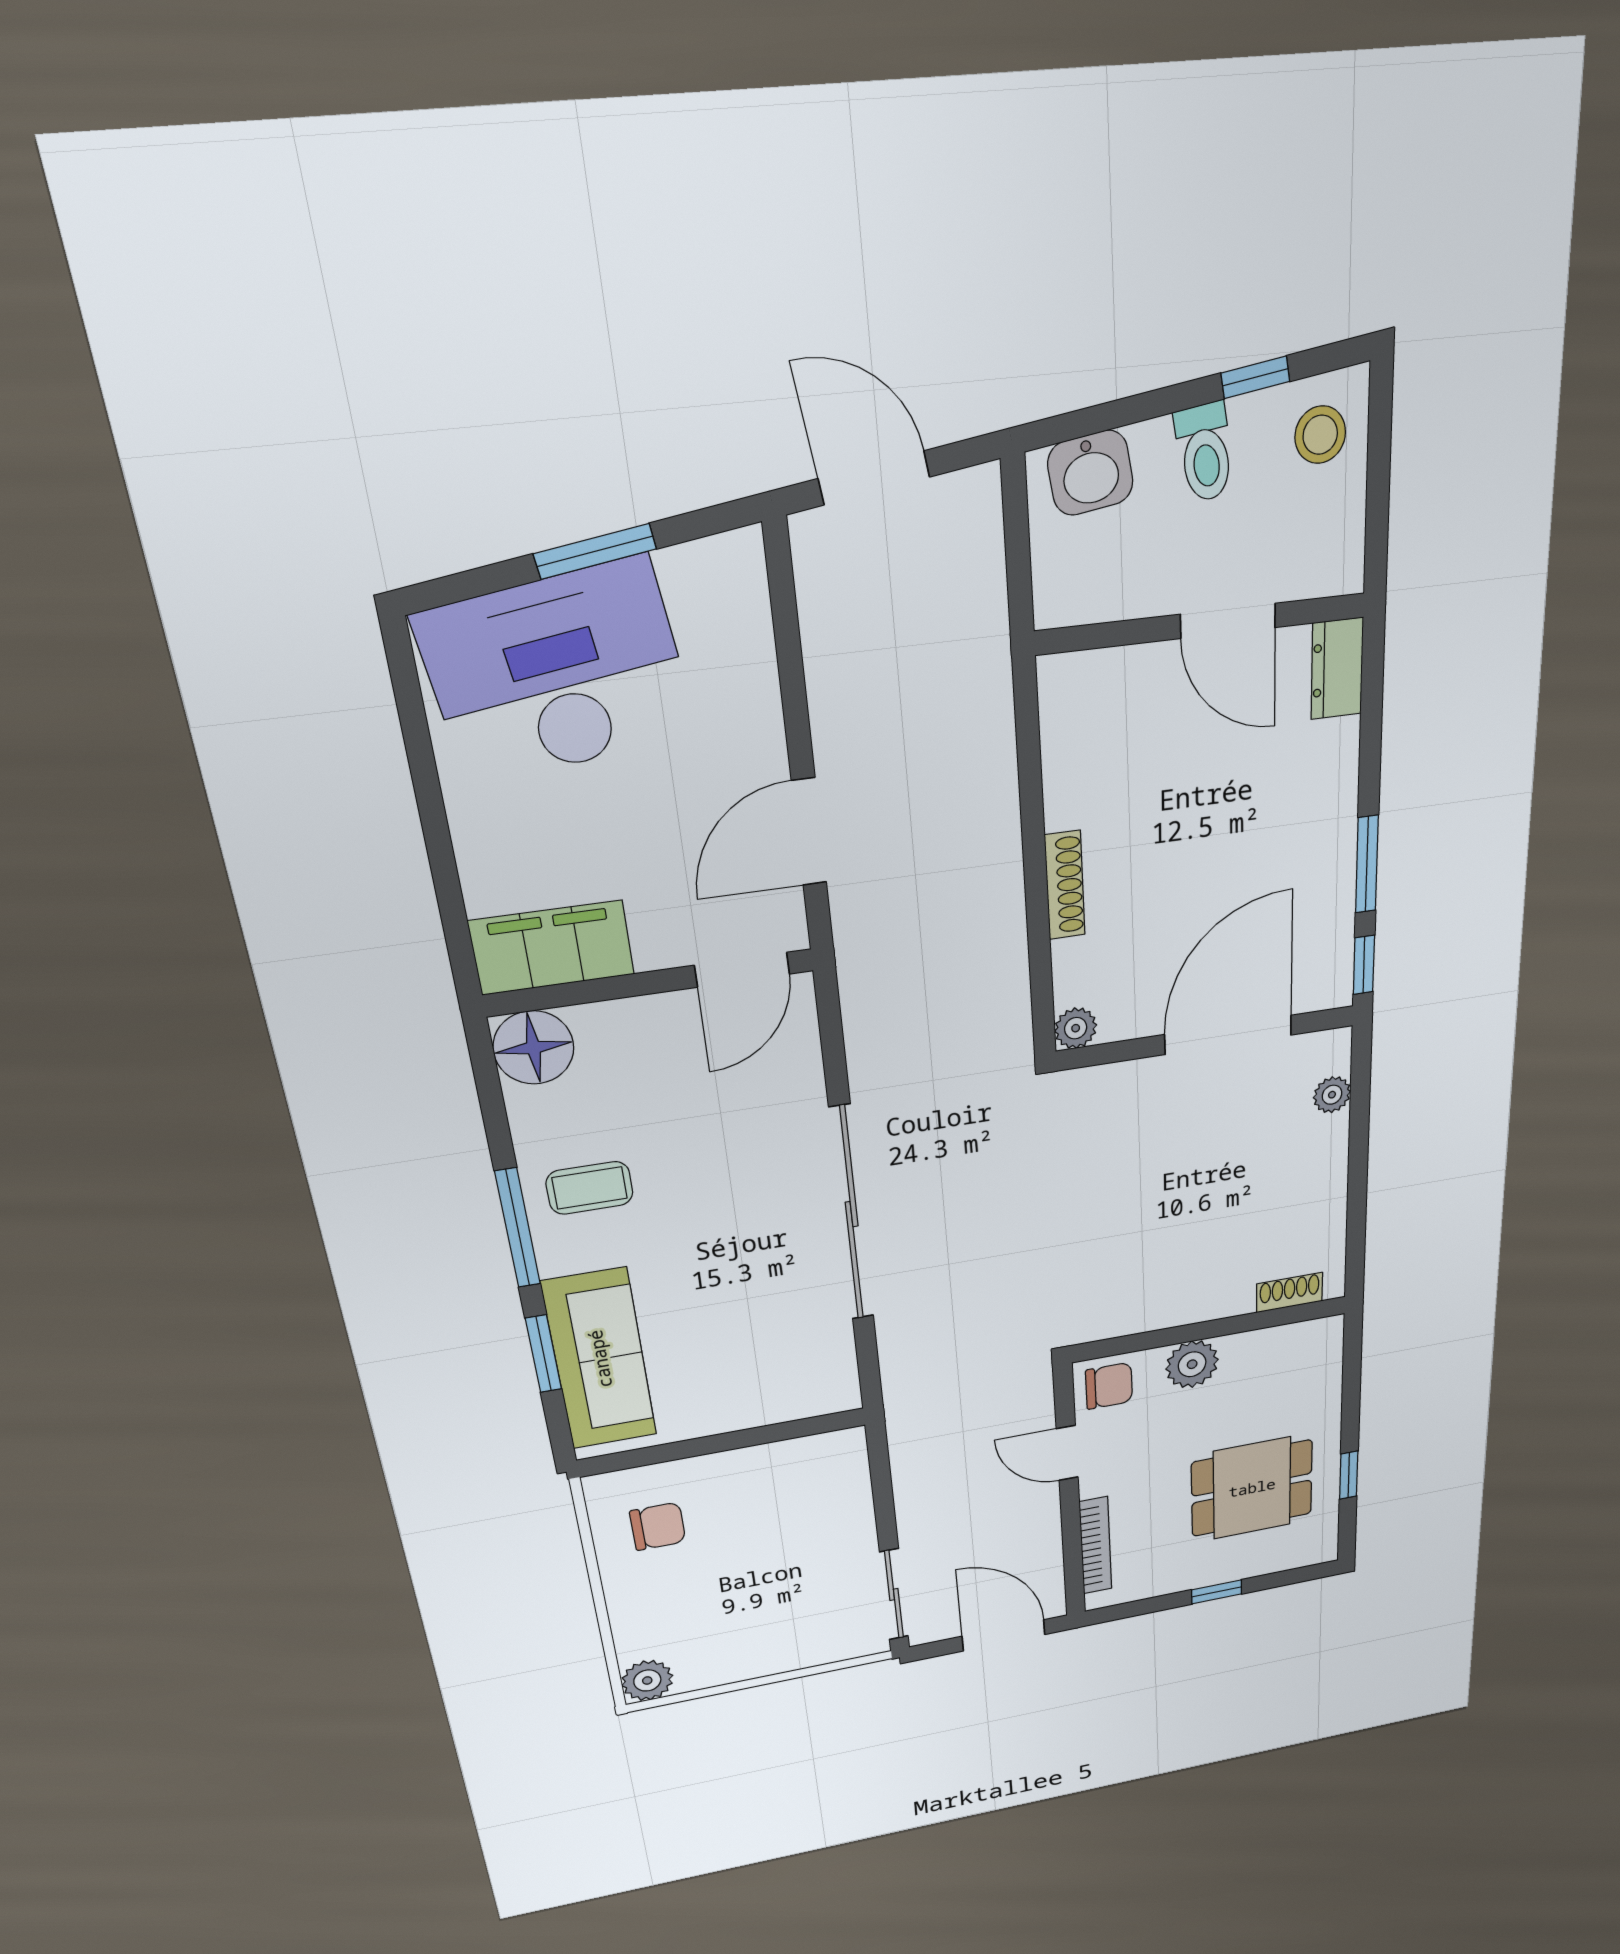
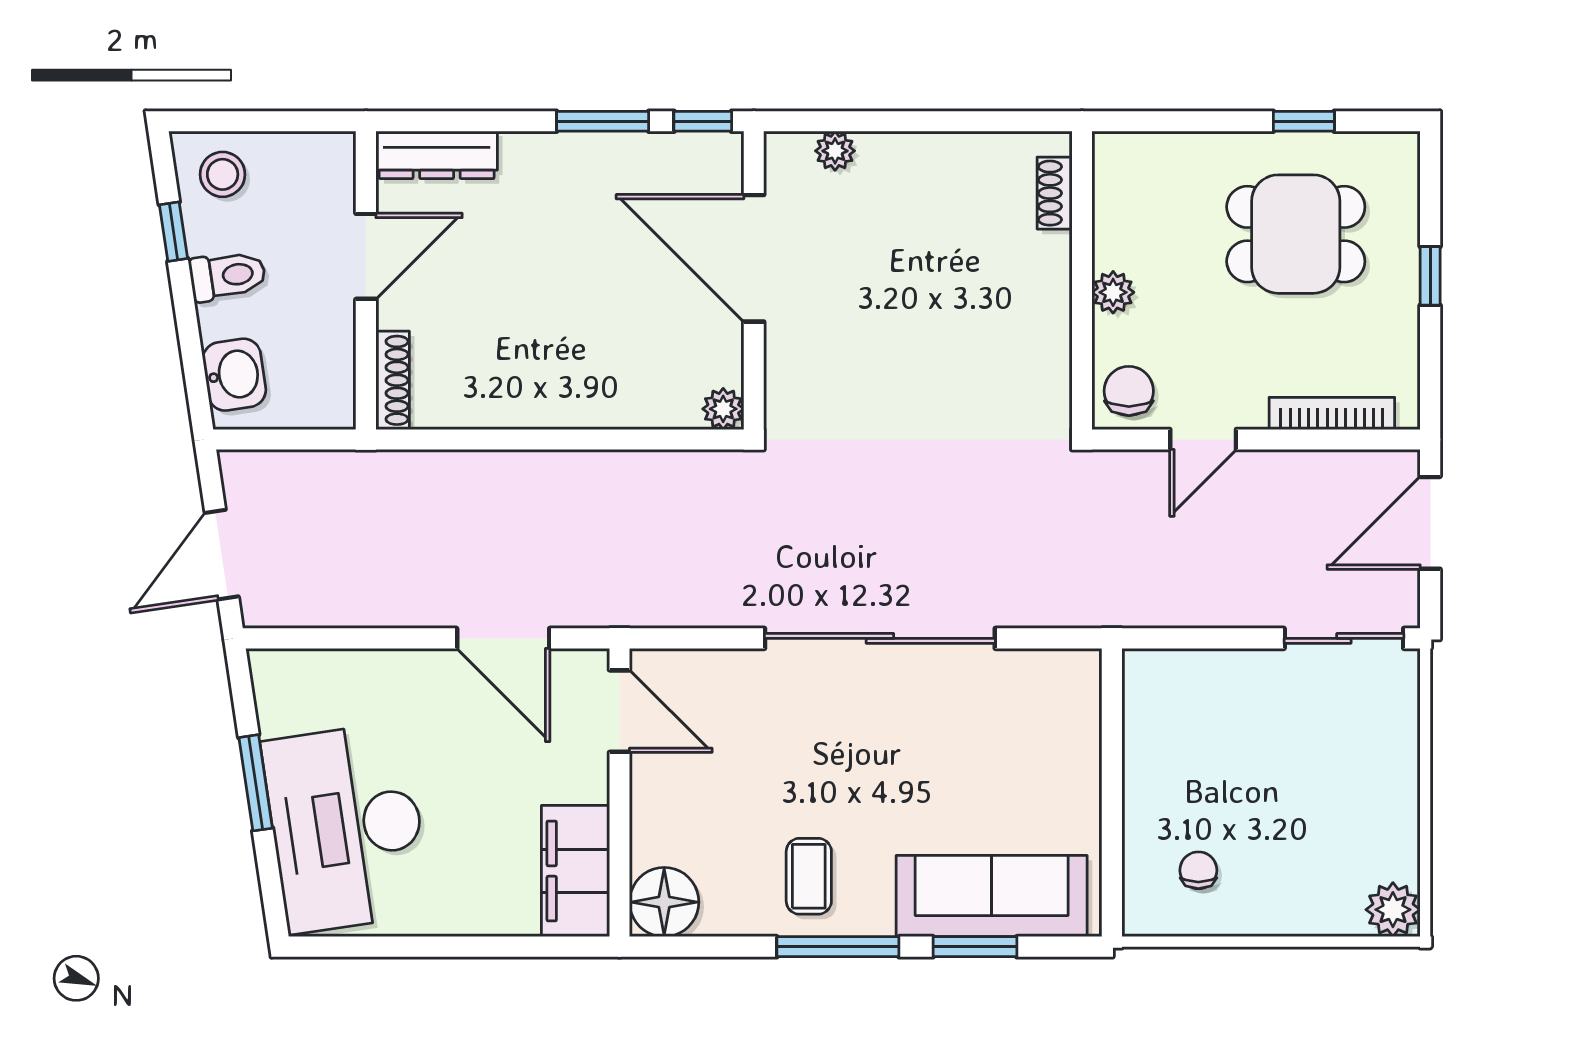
dresser: (1337, 669) -> (437, 155), width x1.44
shoe rack: (1065, 885) -> (393, 380), moved, turned 90
plant: (1192, 1364) -> (1113, 292), width x0.73, depth x0.73
dining table: (1252, 1488) -> (1296, 234), turned 90
chair: (658, 1526) -> (1198, 870), width x0.73, depth x0.73

